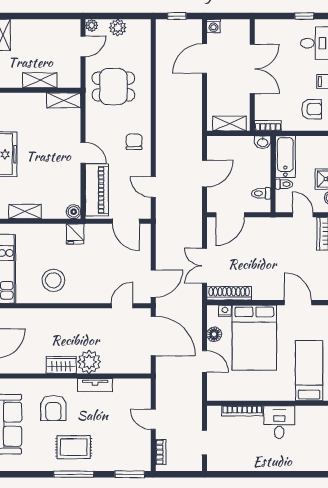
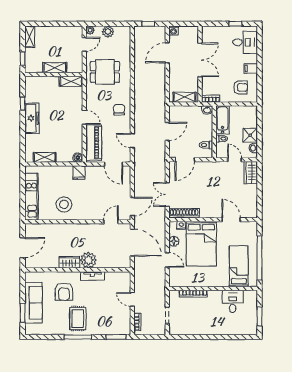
desk: (279, 422) -> (233, 301), moved
rug: (74, 447) -> (78, 318), turned 90

